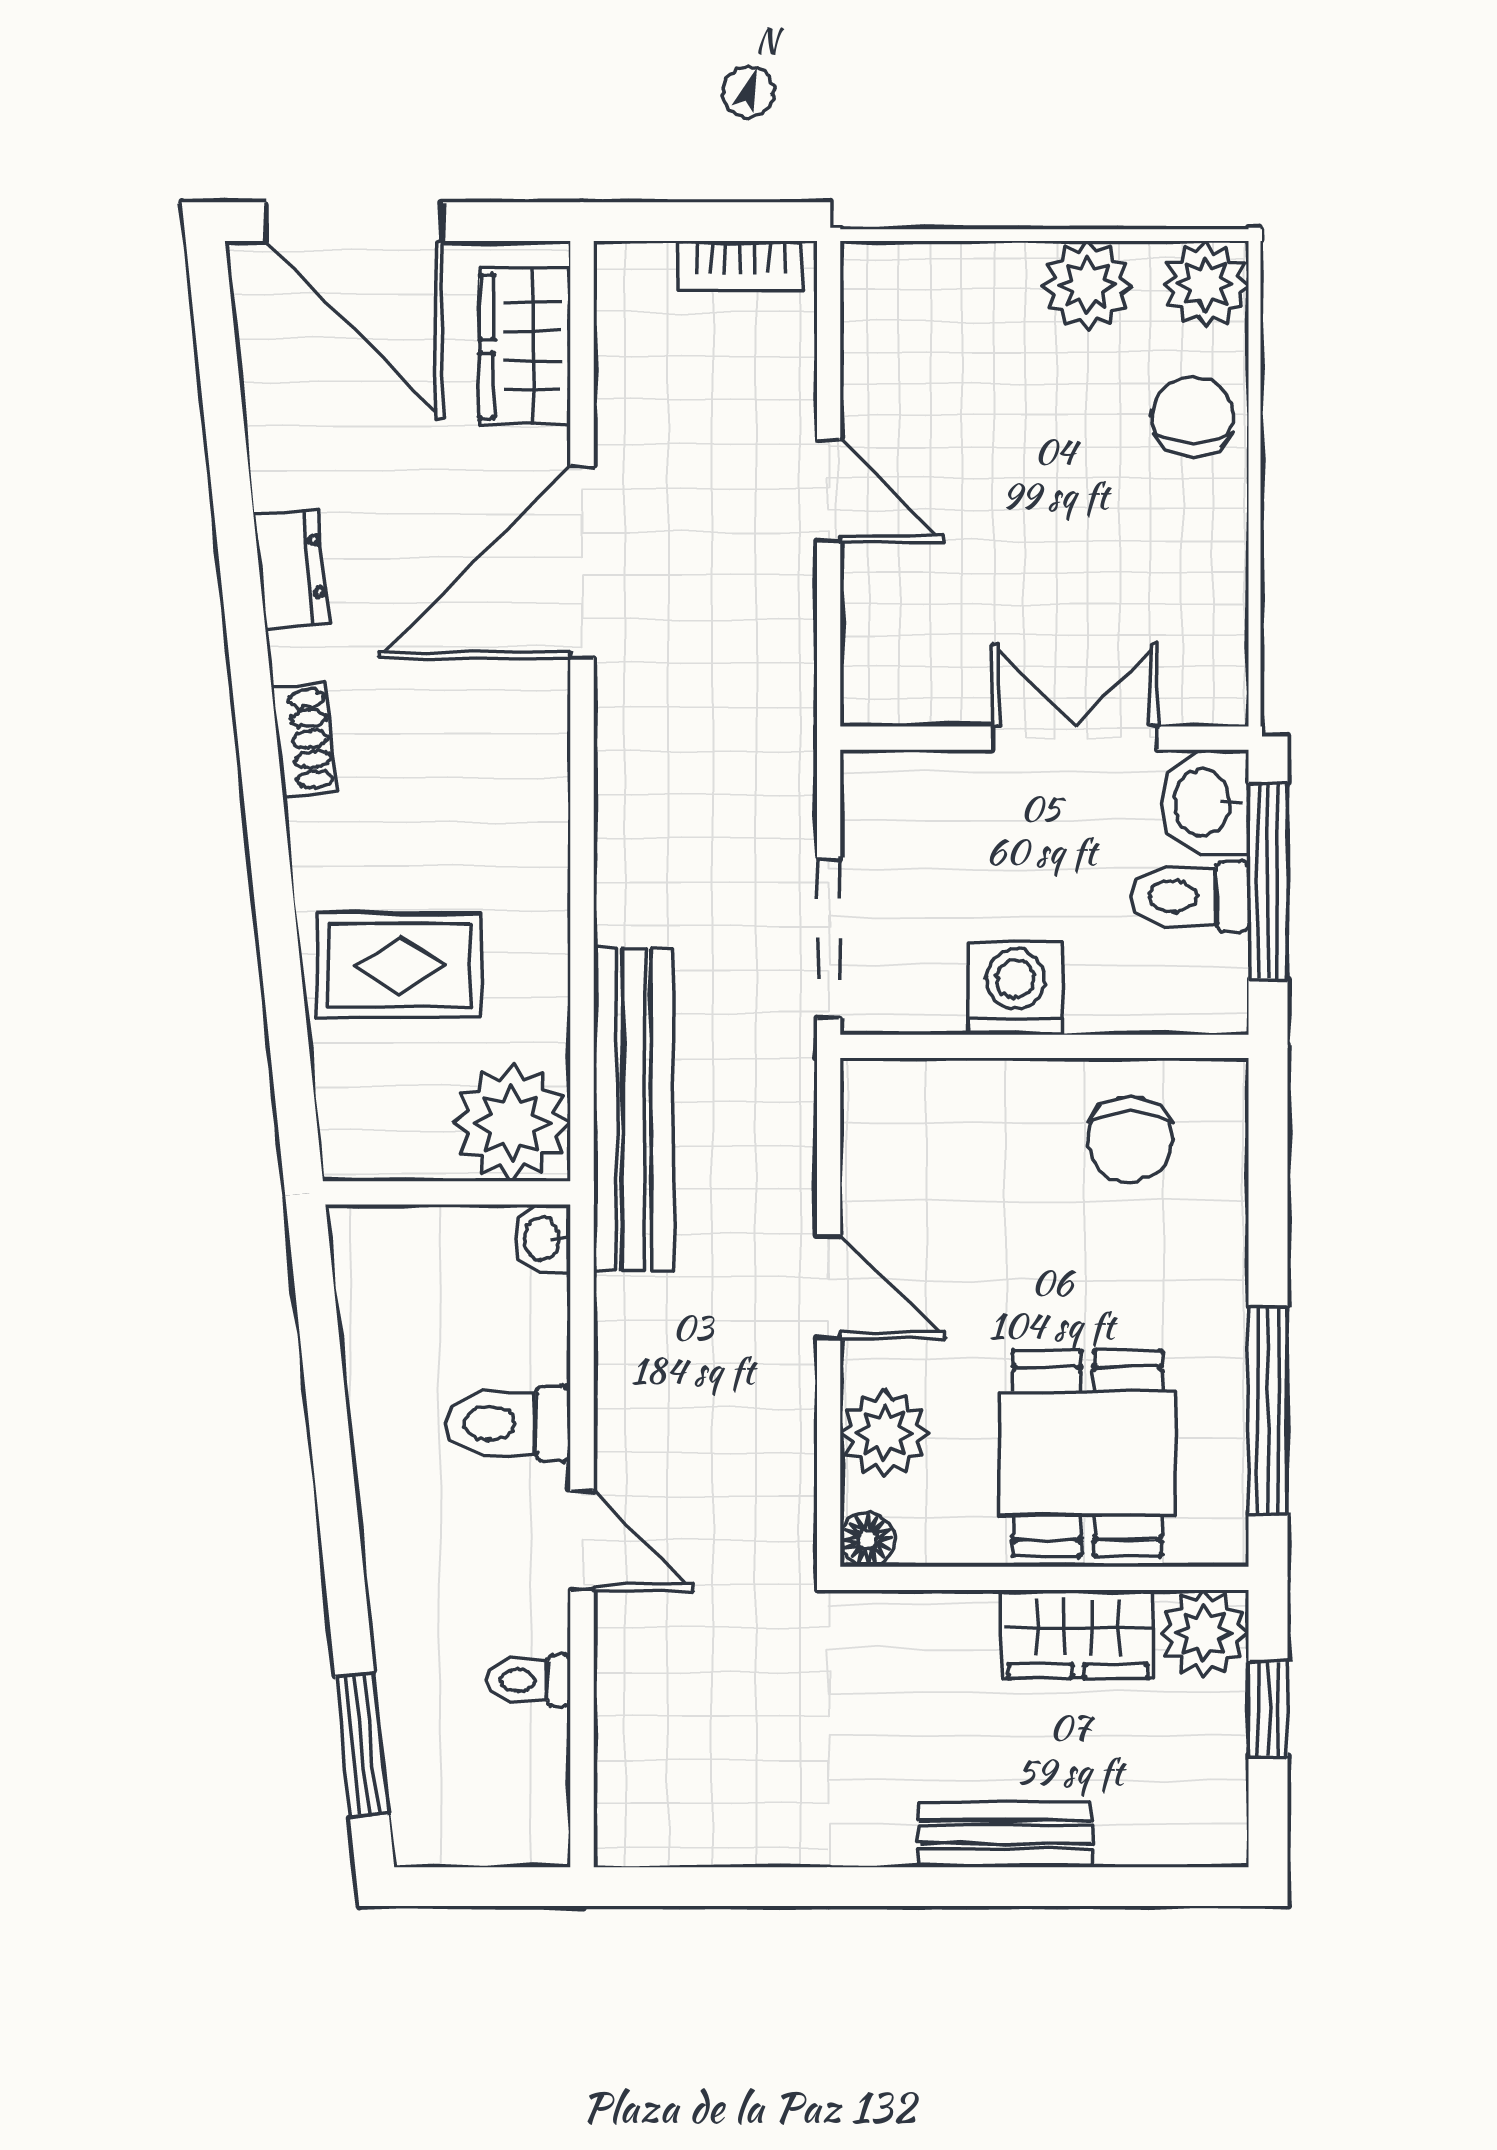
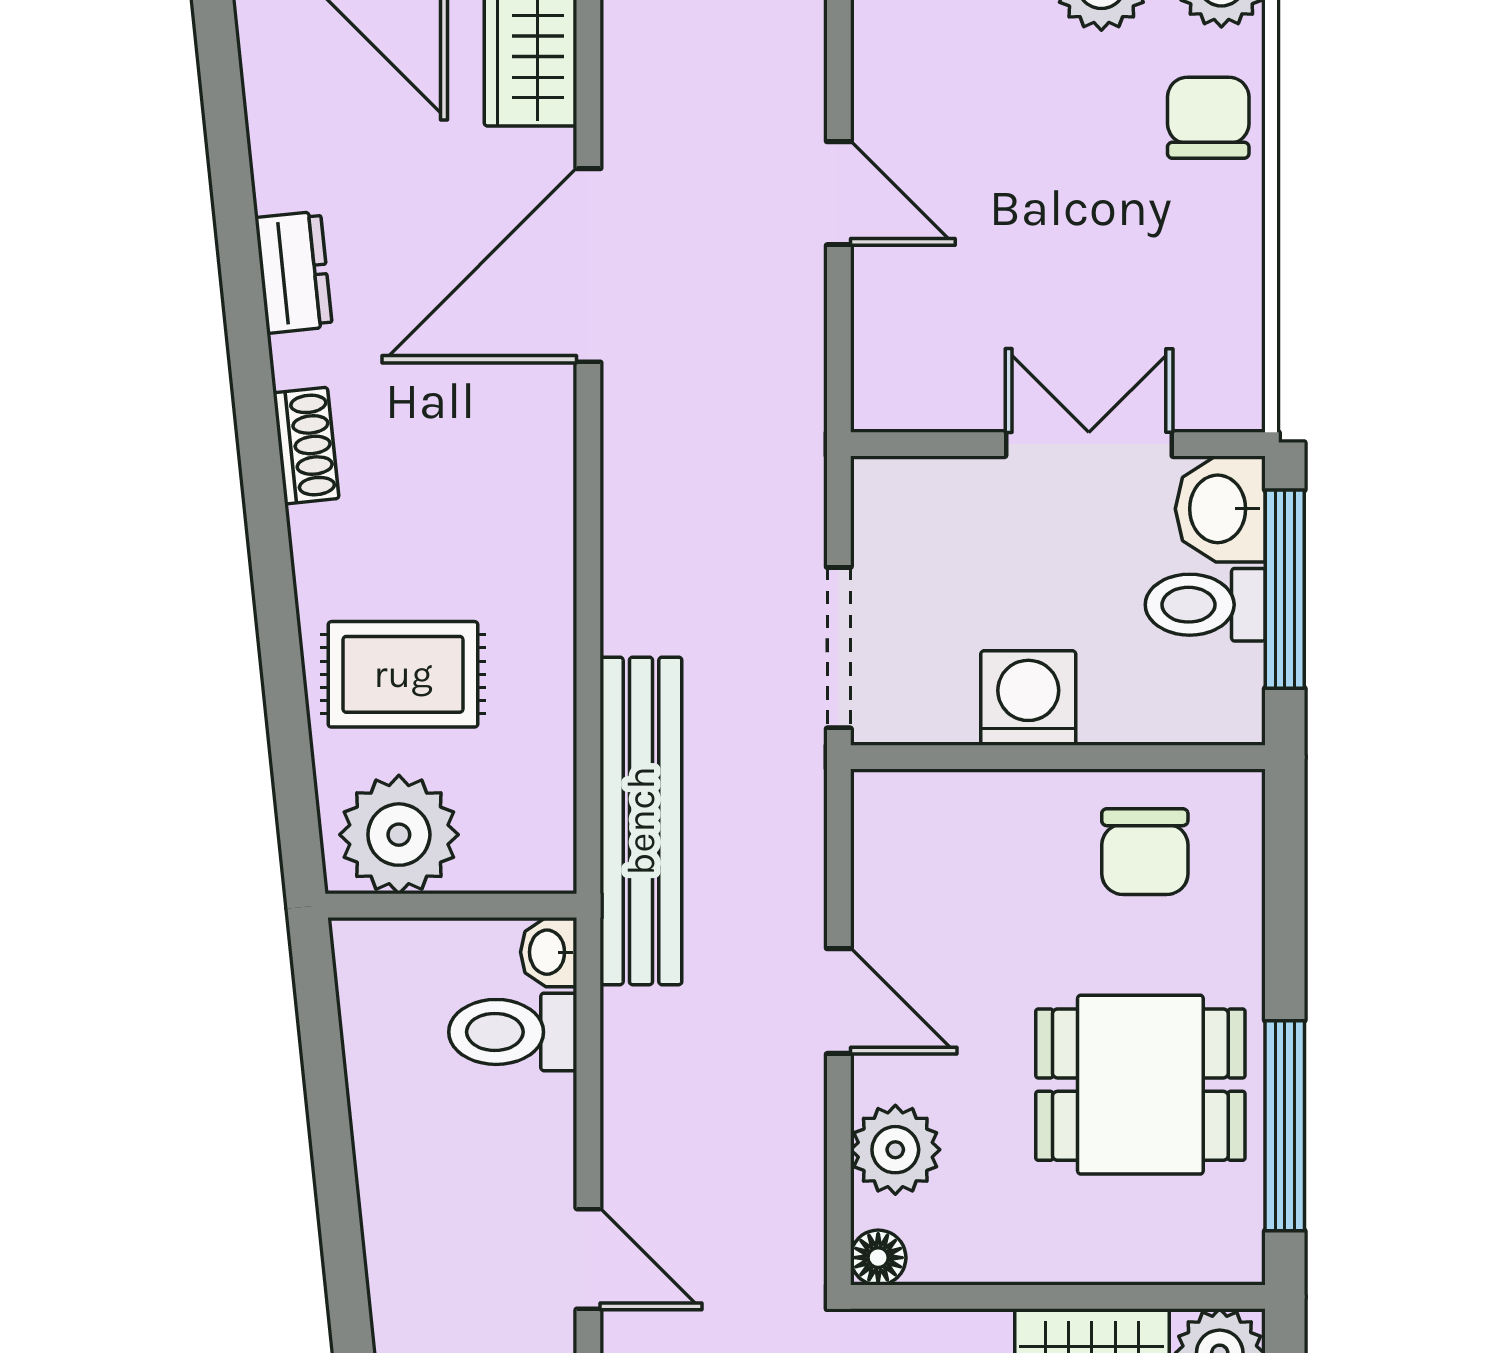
plant: (512, 1123) -> (399, 835), moved
toilet: (507, 1423) -> (513, 1032), moved
dining table: (1087, 1453) -> (1140, 1085), moved, turned 90

